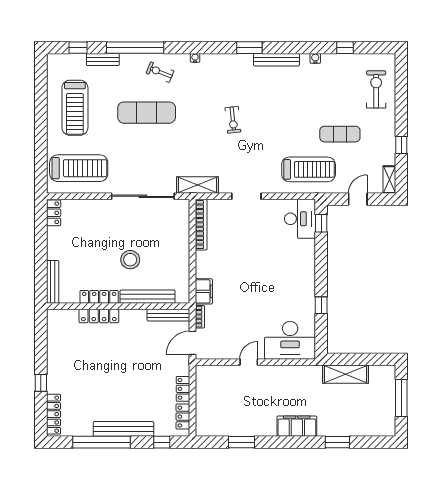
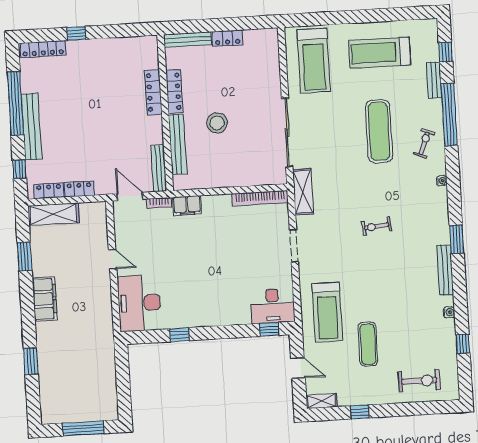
locker: (54, 213) -> (227, 38), moved
shelving: (345, 374) -> (53, 214), moved, turned 90
filing cabinet: (297, 426) -> (45, 299), moved

